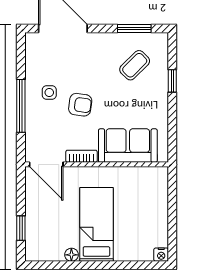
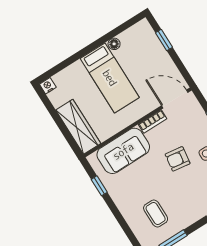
coffee table: (135, 65) -> (156, 214), turned -45
window: (172, 81) -> (99, 186), moved
wardrobe: (157, 196) -> (78, 127), added

